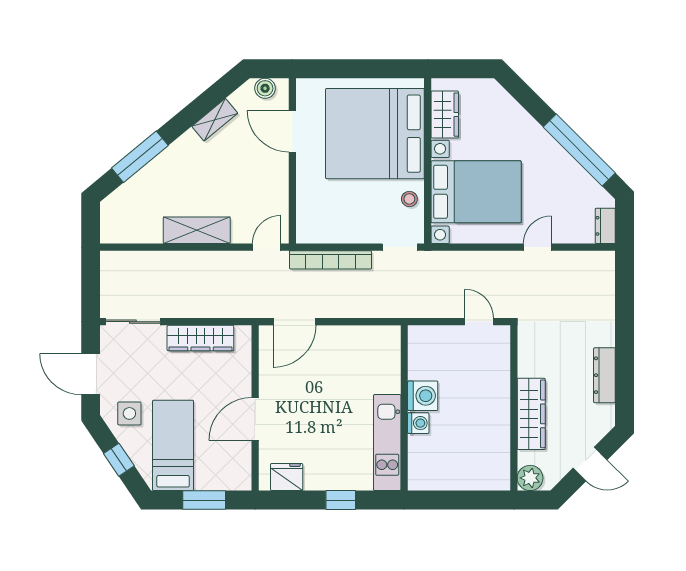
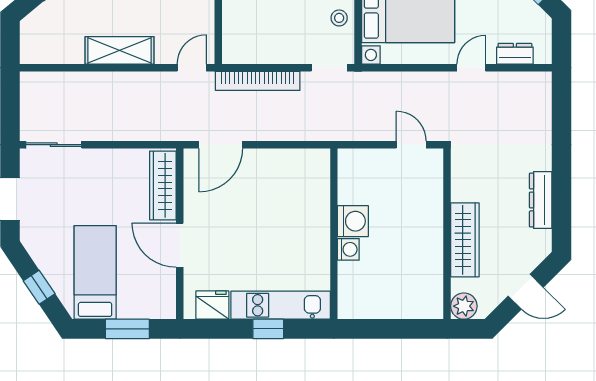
dresser: (605, 226) -> (515, 54), moved, turned 90
wardrobe: (200, 338) -> (163, 185), moved, turned 90
side table: (129, 413) -> (50, 239), removed
door: (255, 419) -> (180, 245), hinge flipped
kitchen unit: (387, 443) -> (281, 305), moved, turned 90

